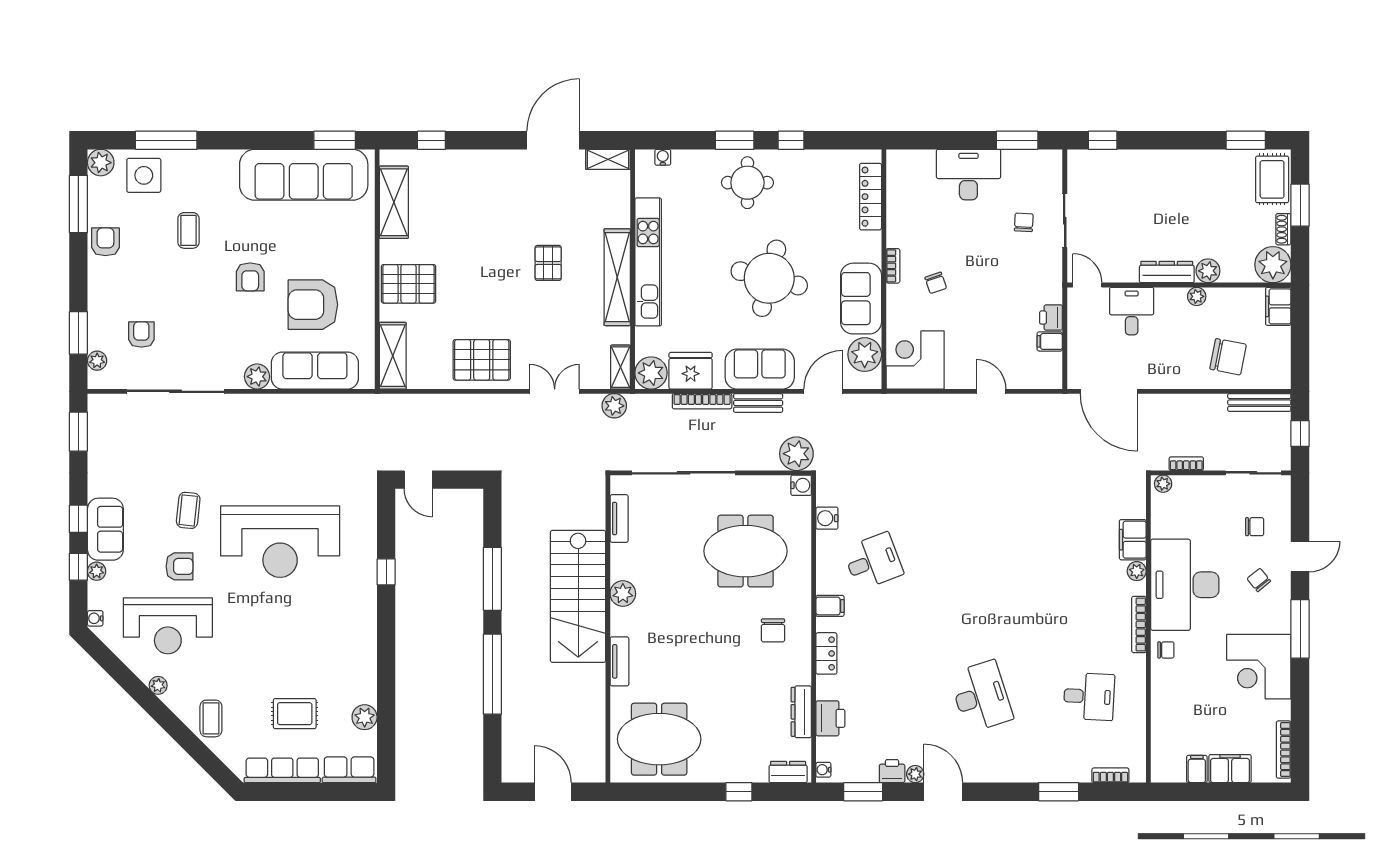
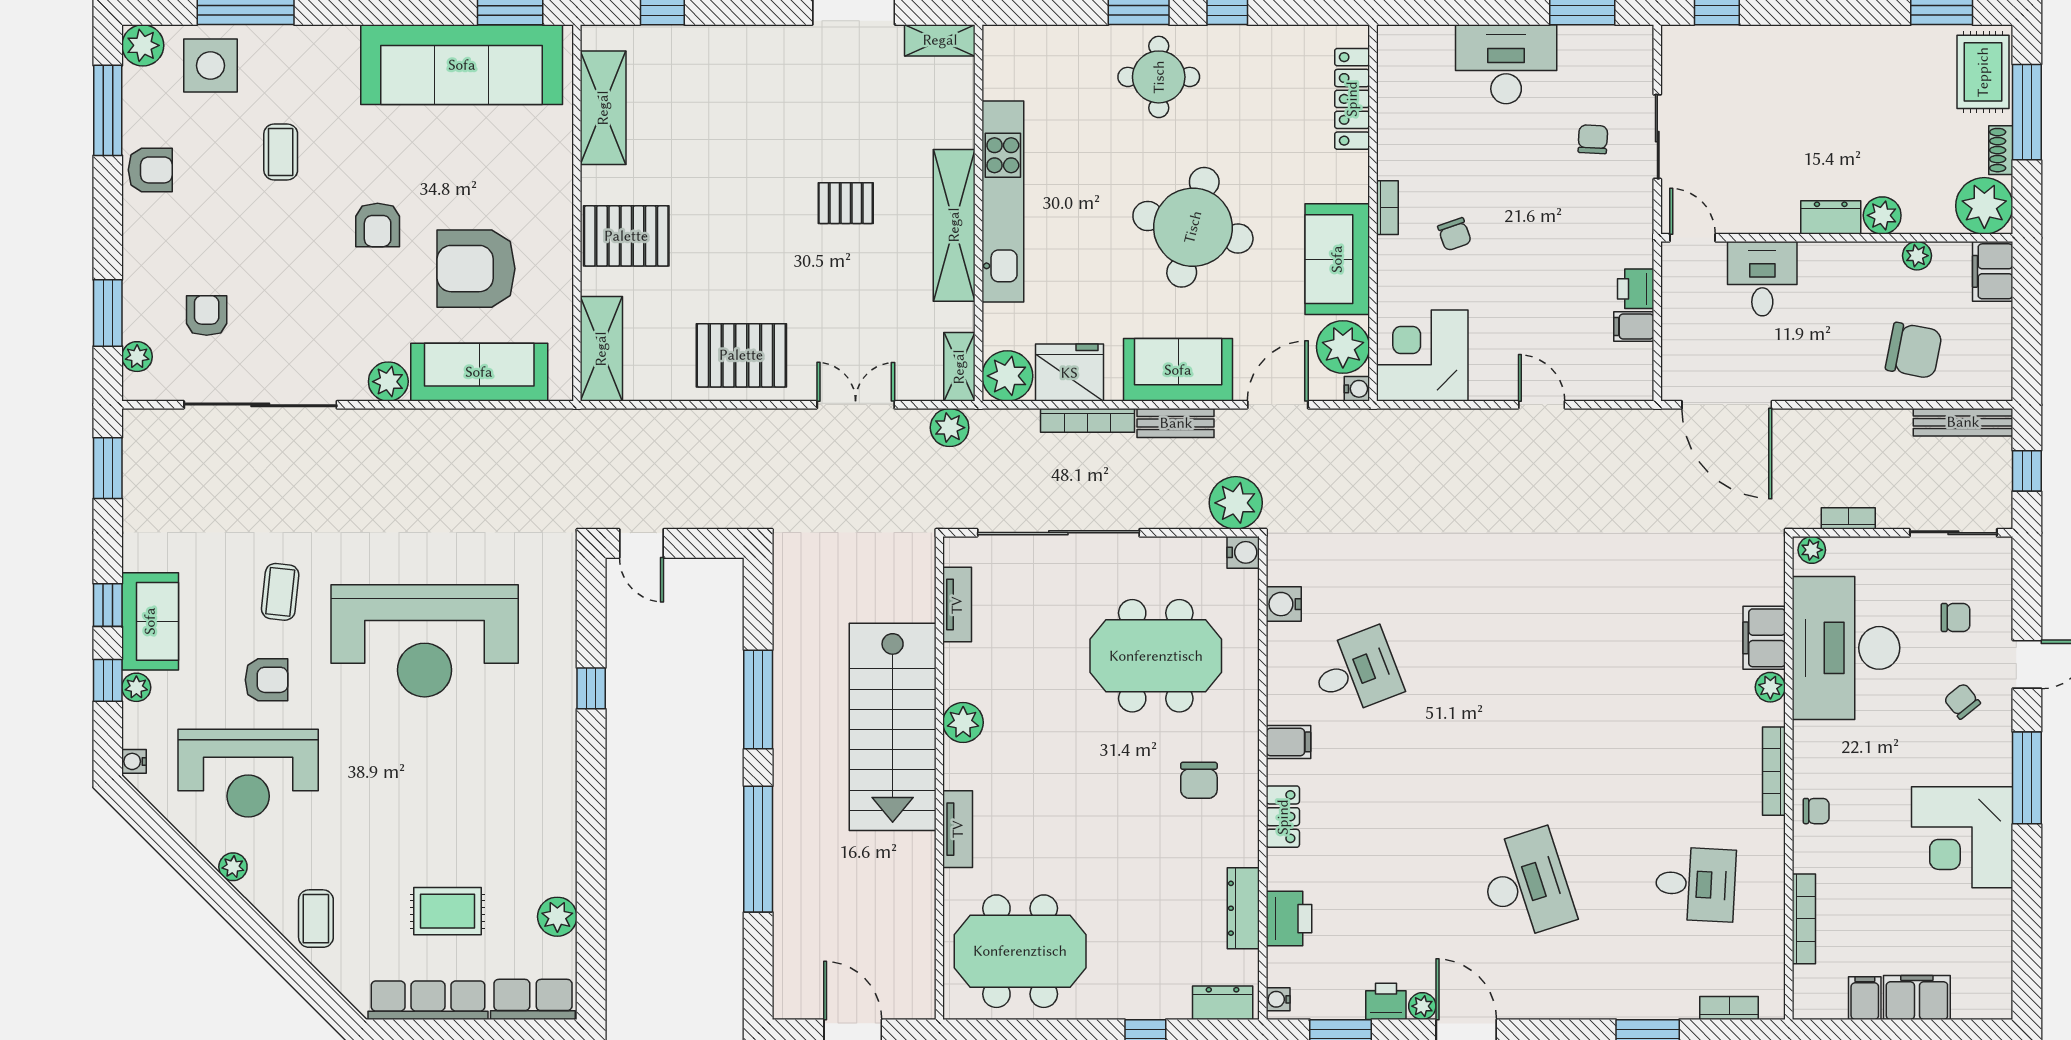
water cooler: (663, 157) -> (1357, 389), moved, turned 90
window: (1300, 205) -> (2027, 112), width x1.44
armchair: (105, 242) -> (150, 170), turned 90
pallet: (548, 263) -> (846, 203), turned 90
dresser: (1167, 272) -> (1831, 217), width x0.70
plant: (1197, 296) -> (1917, 256), moved
desk: (1185, 585) -> (1846, 648), moved
bookcase: (1284, 750) -> (1804, 919), moved, turned 180

